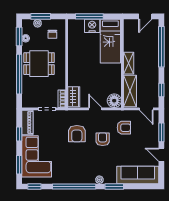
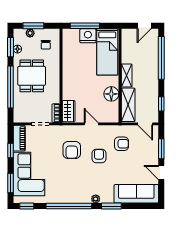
dining table: (39, 64) -> (32, 76), turned 90
floor lamp: (114, 101) -> (111, 94), moved

